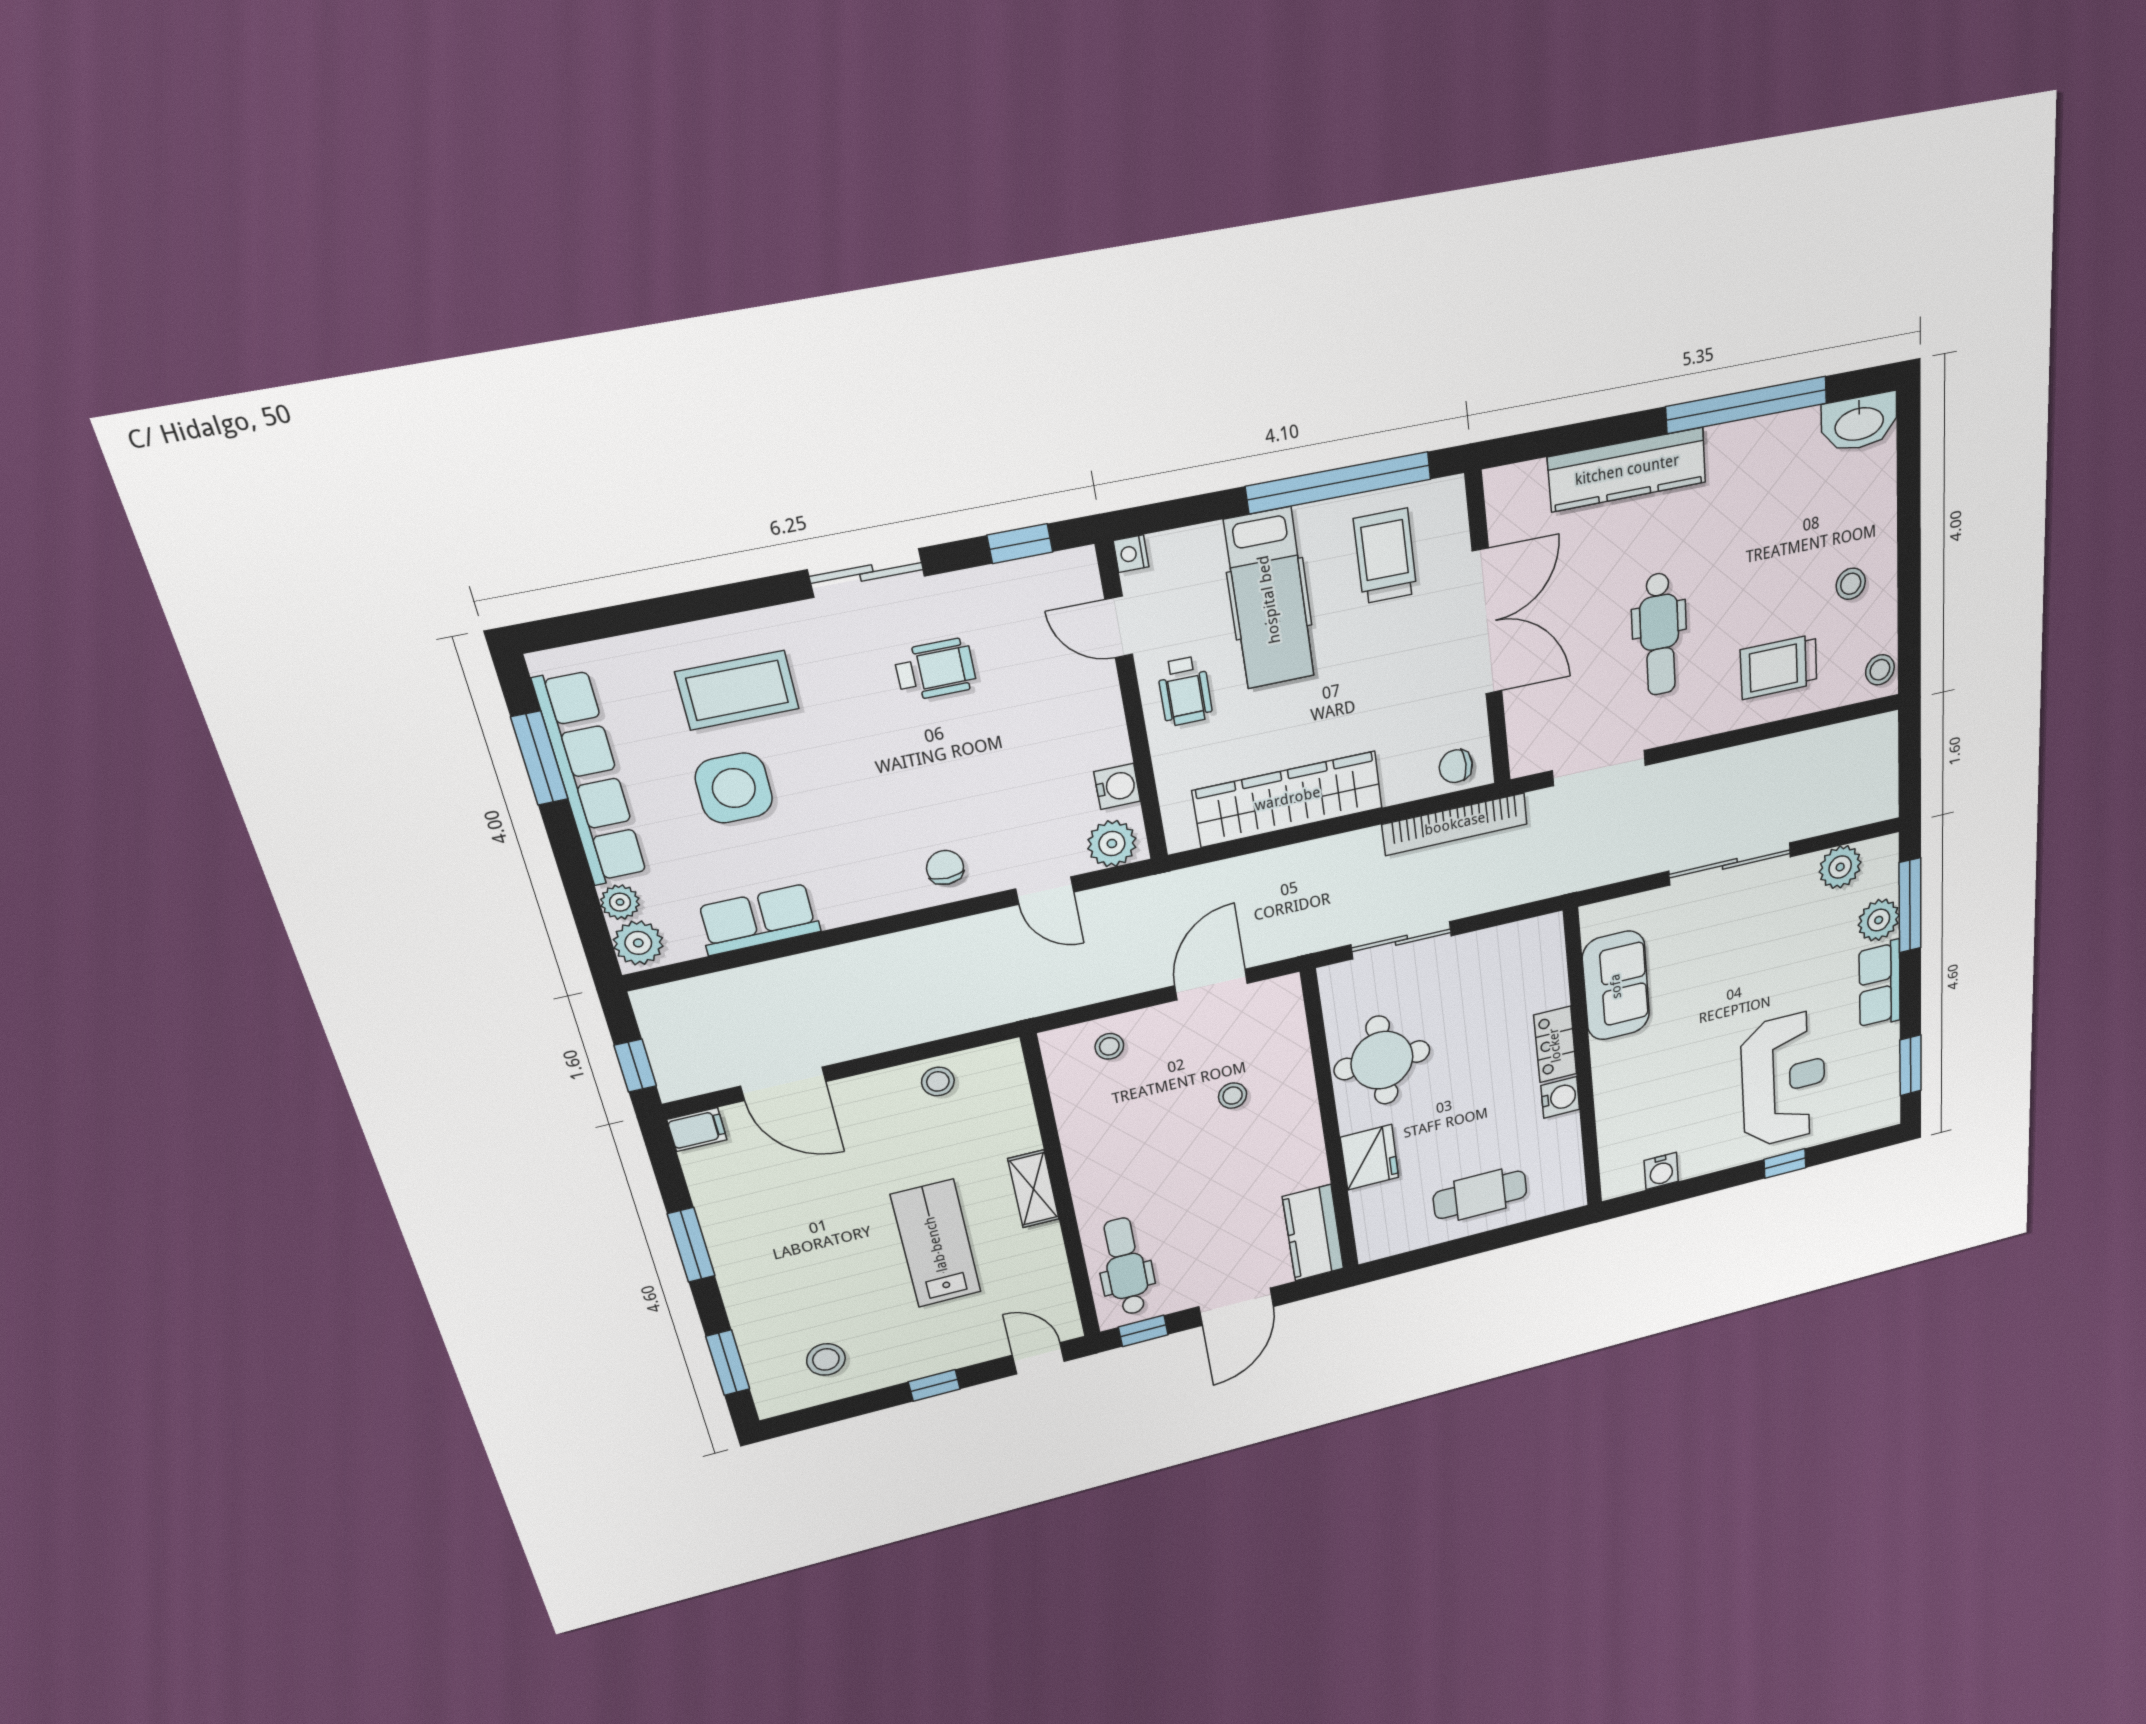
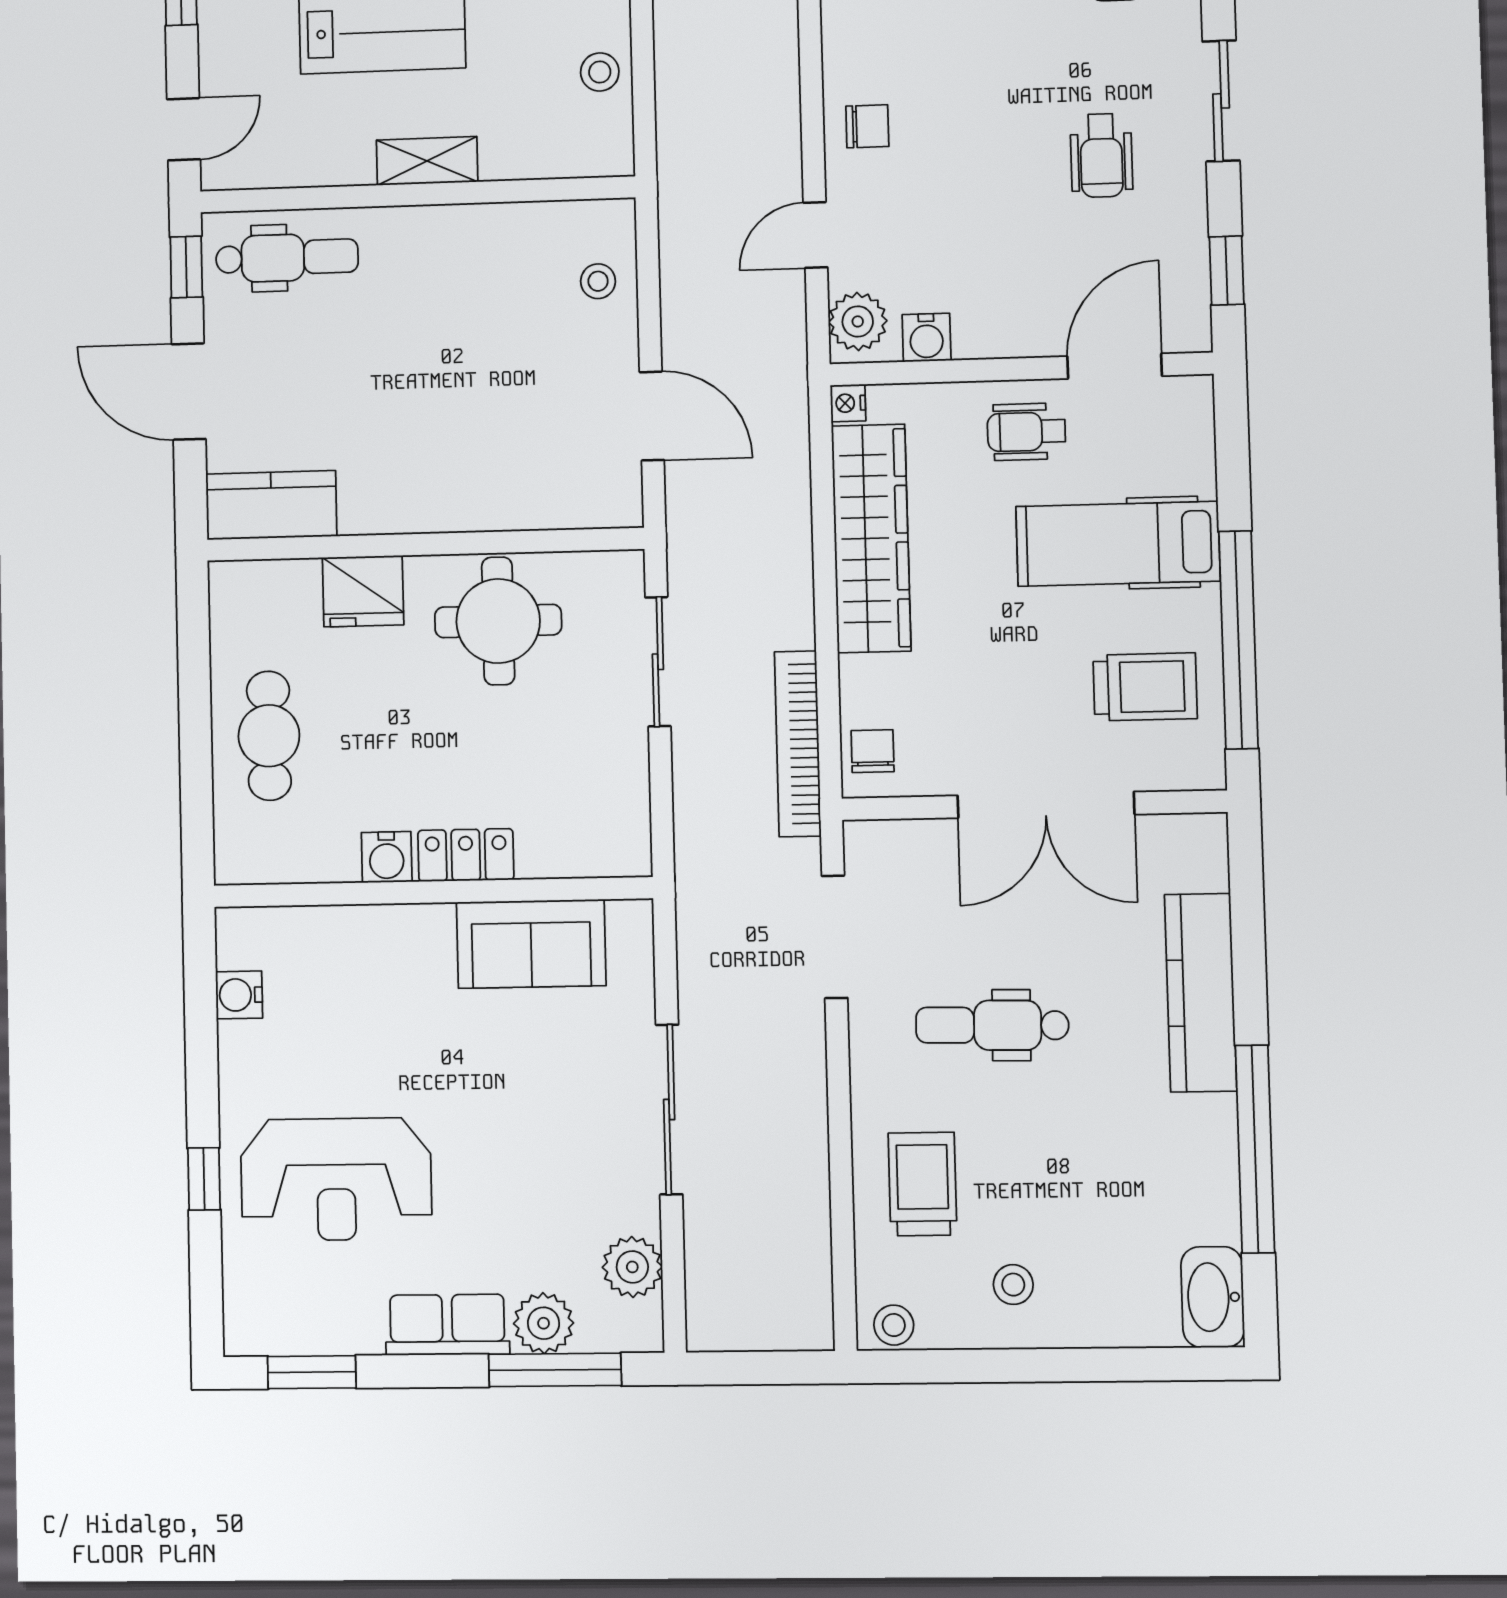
nightstand: (1131, 554) -> (848, 403), moved, turned -90
door: (1119, 627) -> (1115, 366), width x1.38
stool: (1233, 1096) -> (495, 424), removed

